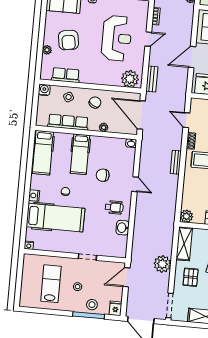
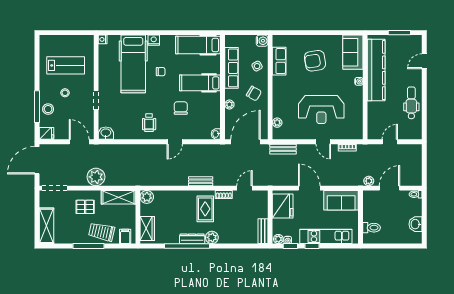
plant: (47, 50) -> (303, 40), removed
plant: (130, 79) -> (277, 123), width x0.53, depth x0.53
washbasin: (123, 228) -> (106, 133), moved

